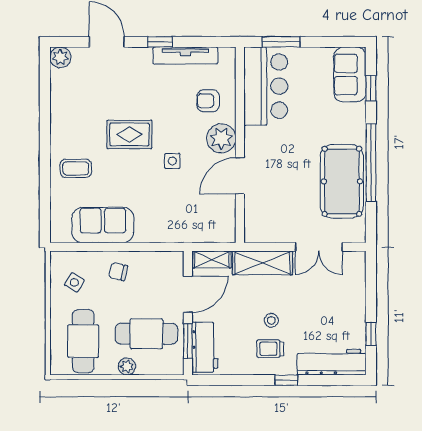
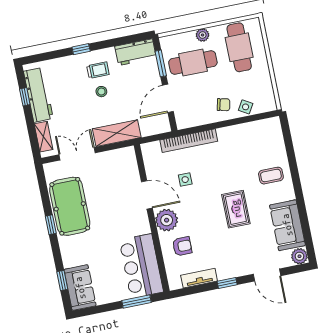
tv unit: (185, 56) -> (199, 278), width x0.71
rug: (129, 134) -> (236, 209), turned 90
side table: (172, 161) -> (185, 180), moved
window: (371, 163) -> (51, 225), width x0.32
door: (240, 176) -> (147, 195), hinge flipped
sofa: (103, 225) -> (287, 225), moved, turned 90
bookcase: (172, 235) -> (189, 141), added
shelving: (212, 259) -> (43, 137), moved, turned 90
side table: (74, 282) -> (246, 107), moved
workbench: (205, 347) -> (136, 52), moved, turned -90
workbench: (332, 362) -> (38, 95), moved, turned -90

